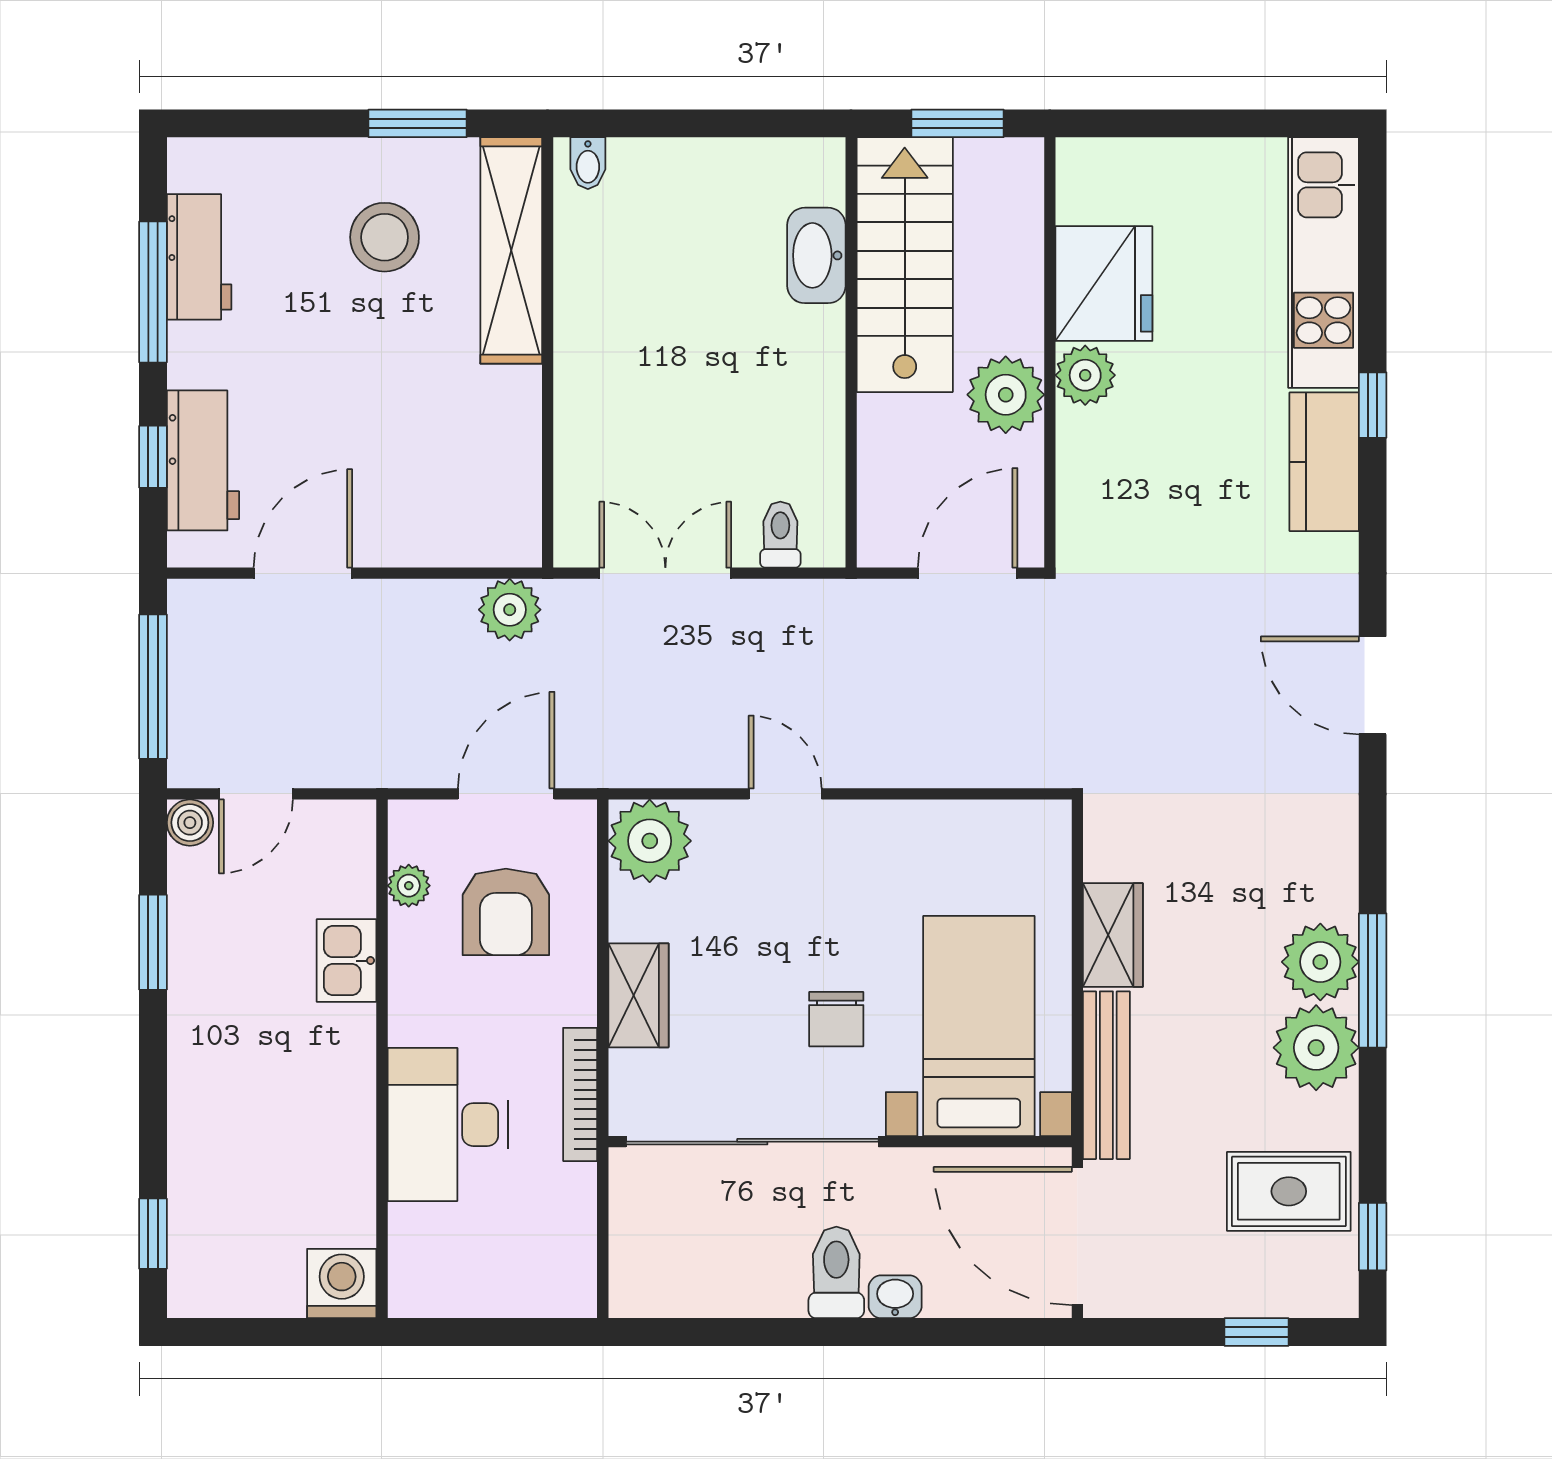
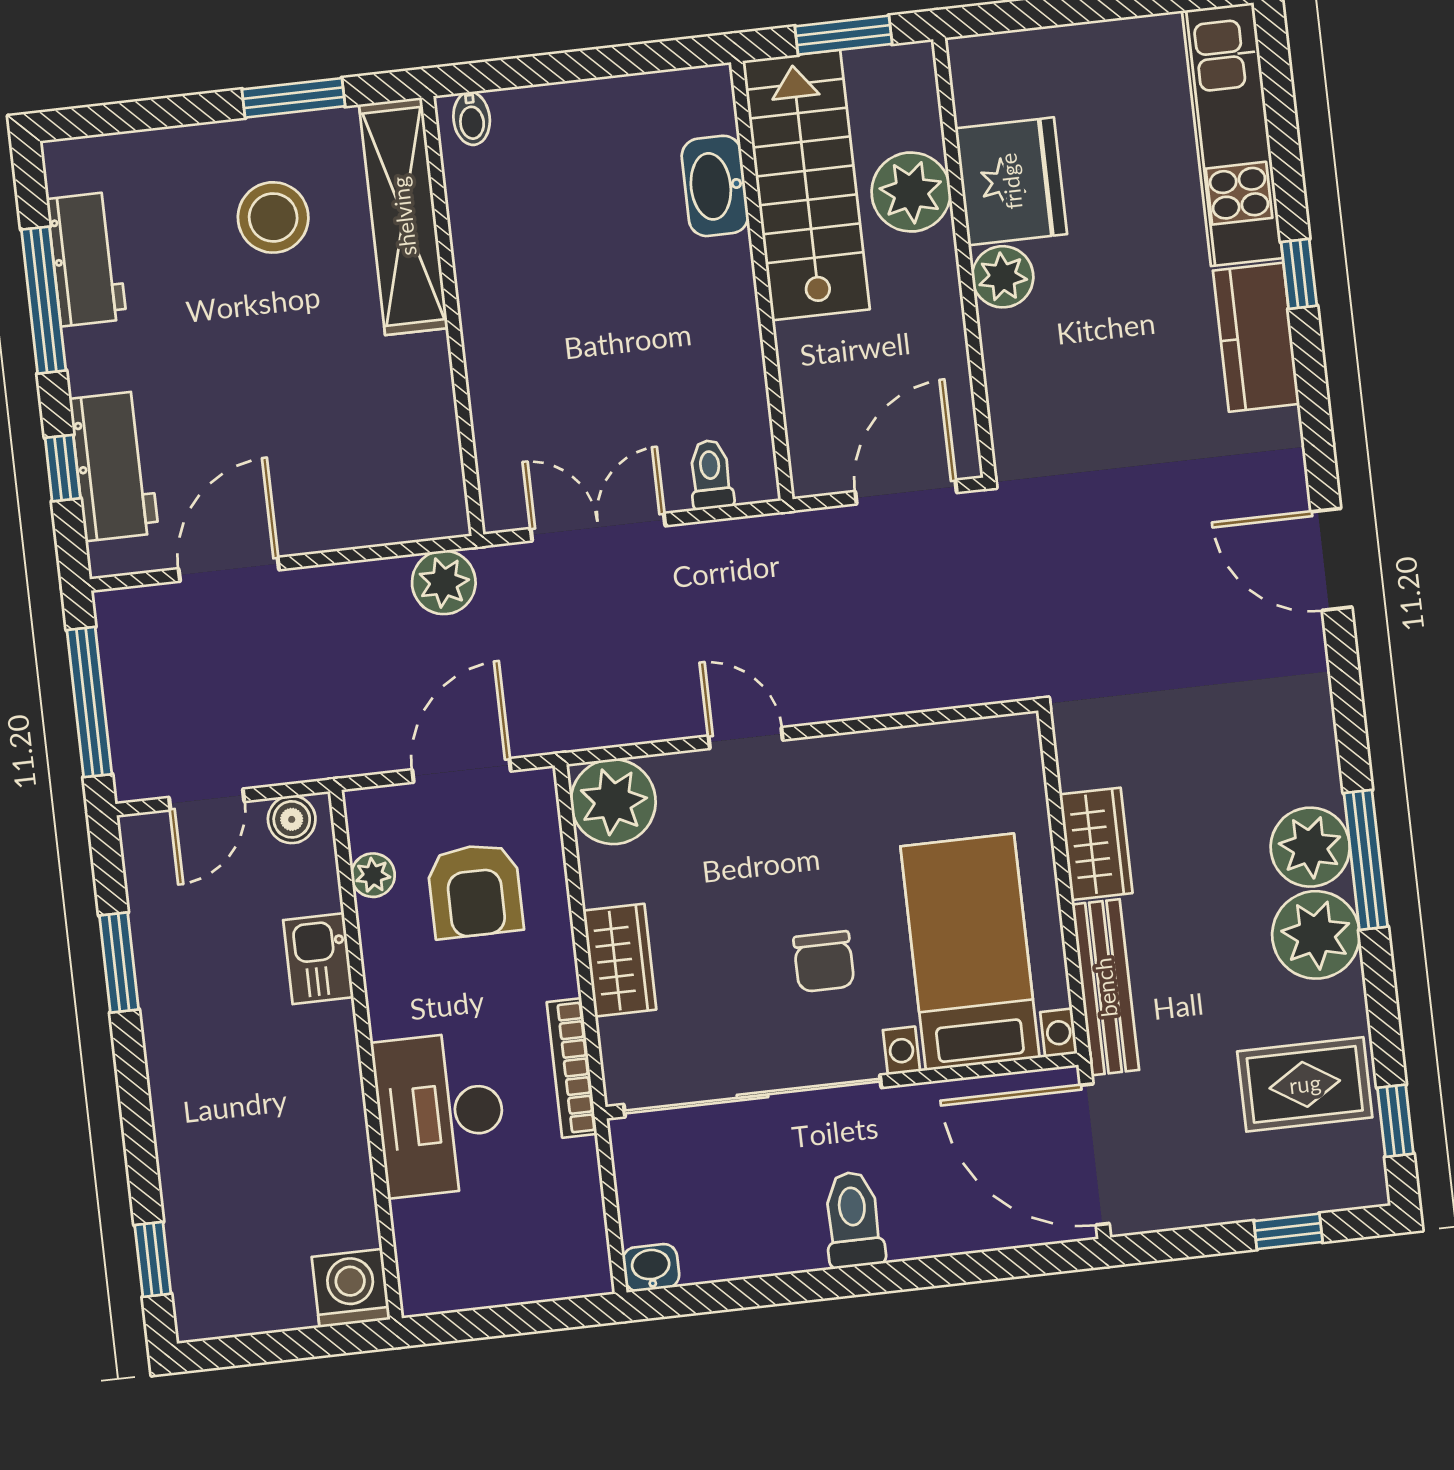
plant: (1006, 395) -> (911, 192), moved
boiler: (190, 823) -> (292, 819), moved
washbasin: (895, 1297) -> (651, 1268), moved

